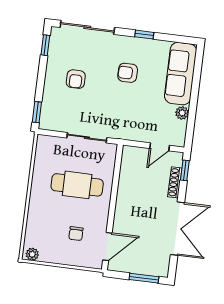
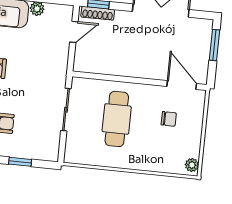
window: (37, 112) -> (20, 162), moved
door: (160, 147) -> (74, 32), hinge flipped
shoe rack: (175, 182) -> (98, 13), moved

